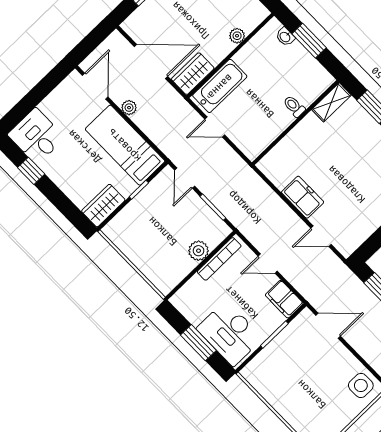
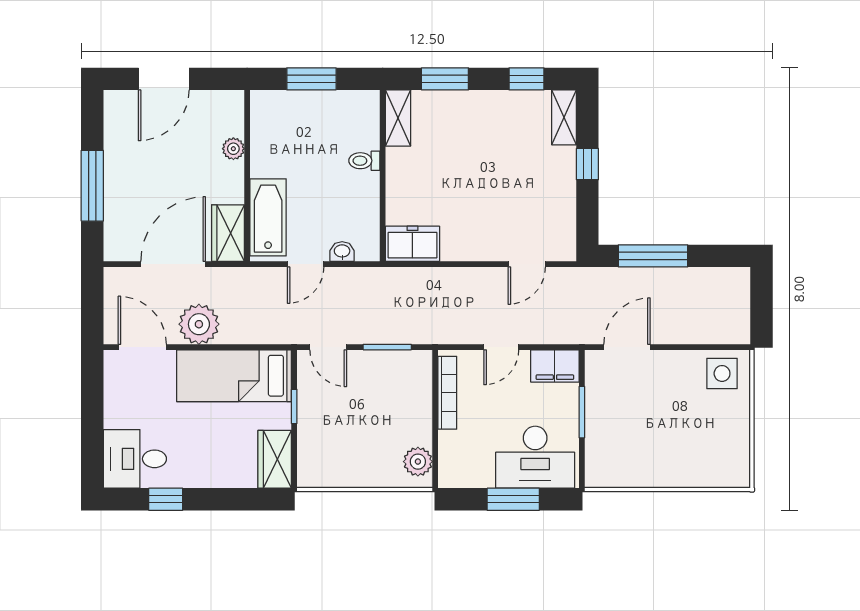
washbasin: (285, 37) -> (342, 252), moved, turned 180
plant: (129, 108) -> (199, 324), width x1.87, depth x1.87
freezer: (303, 197) -> (412, 244), moved
plant: (199, 251) -> (418, 462), moved

